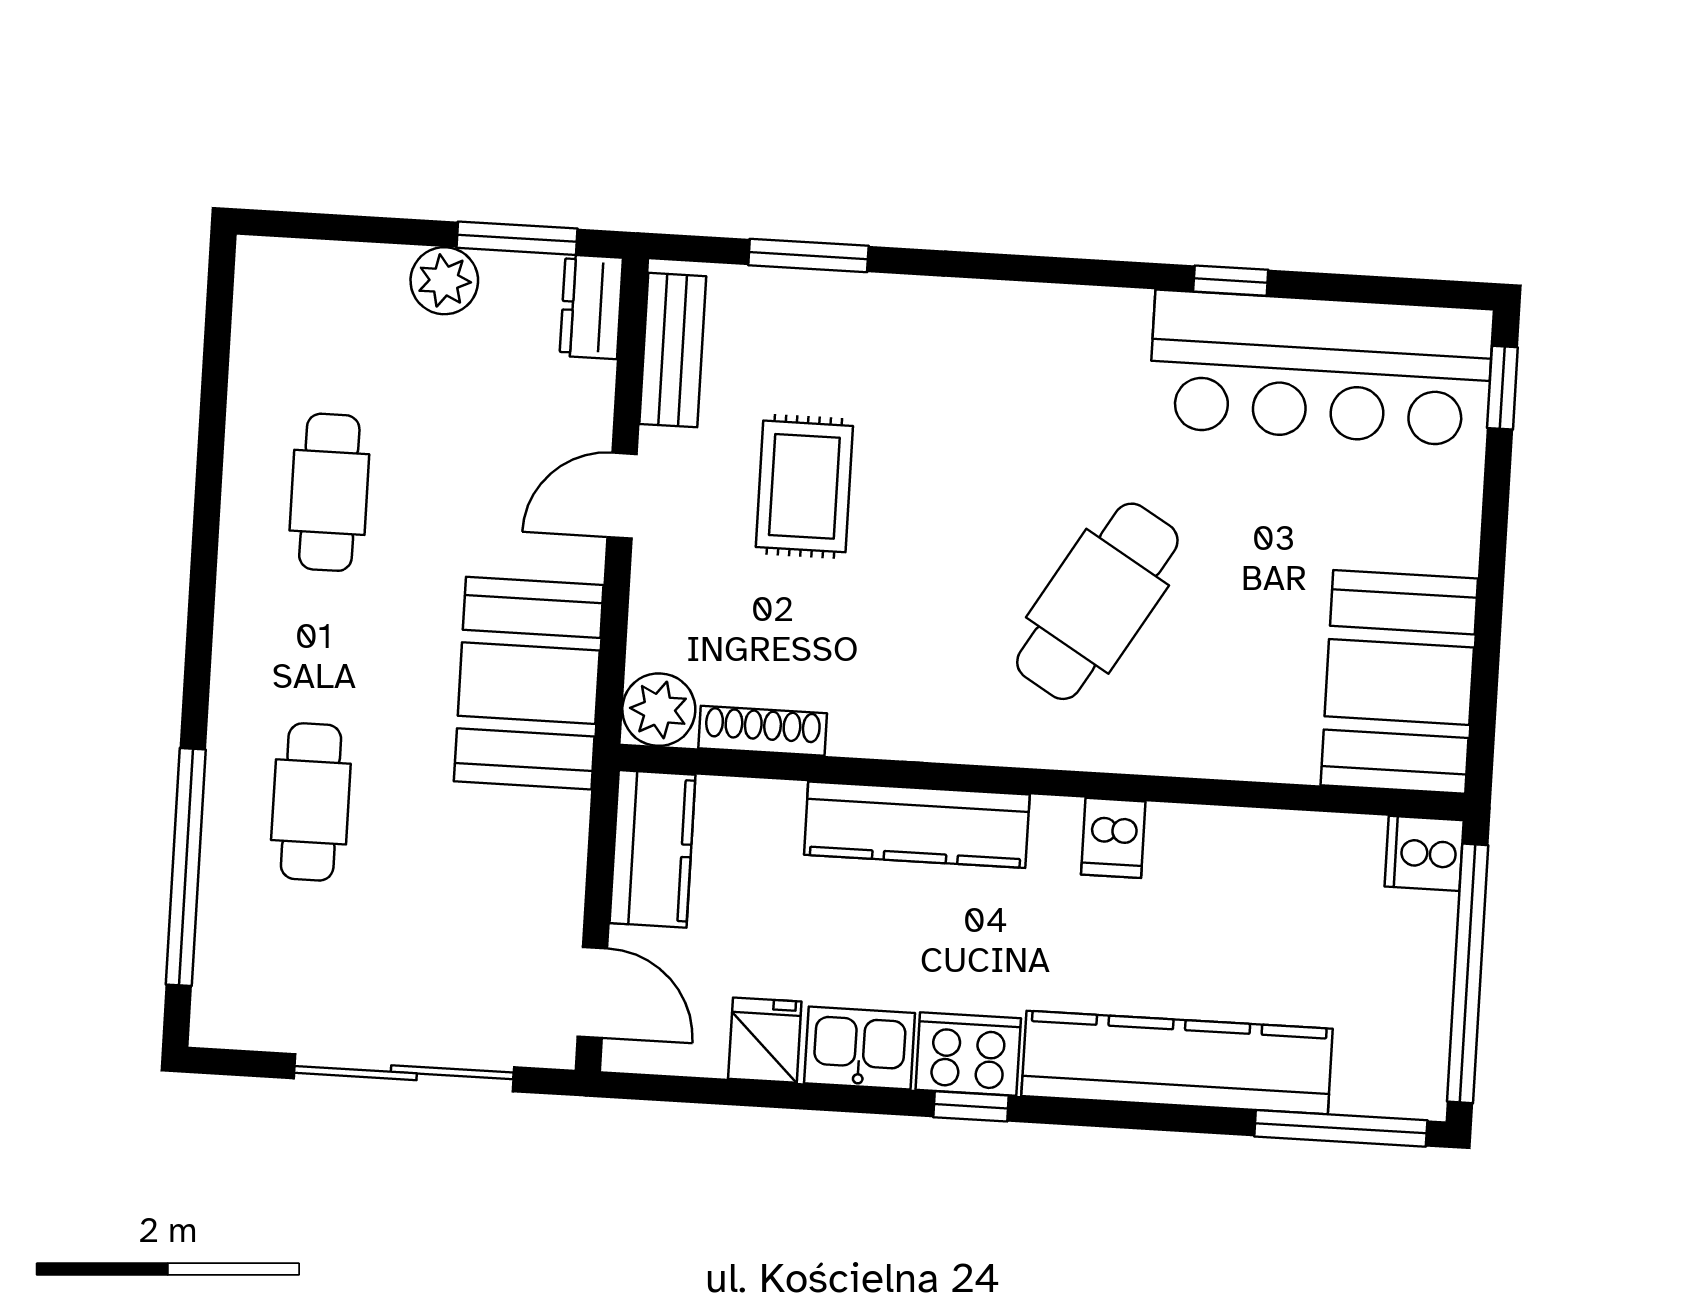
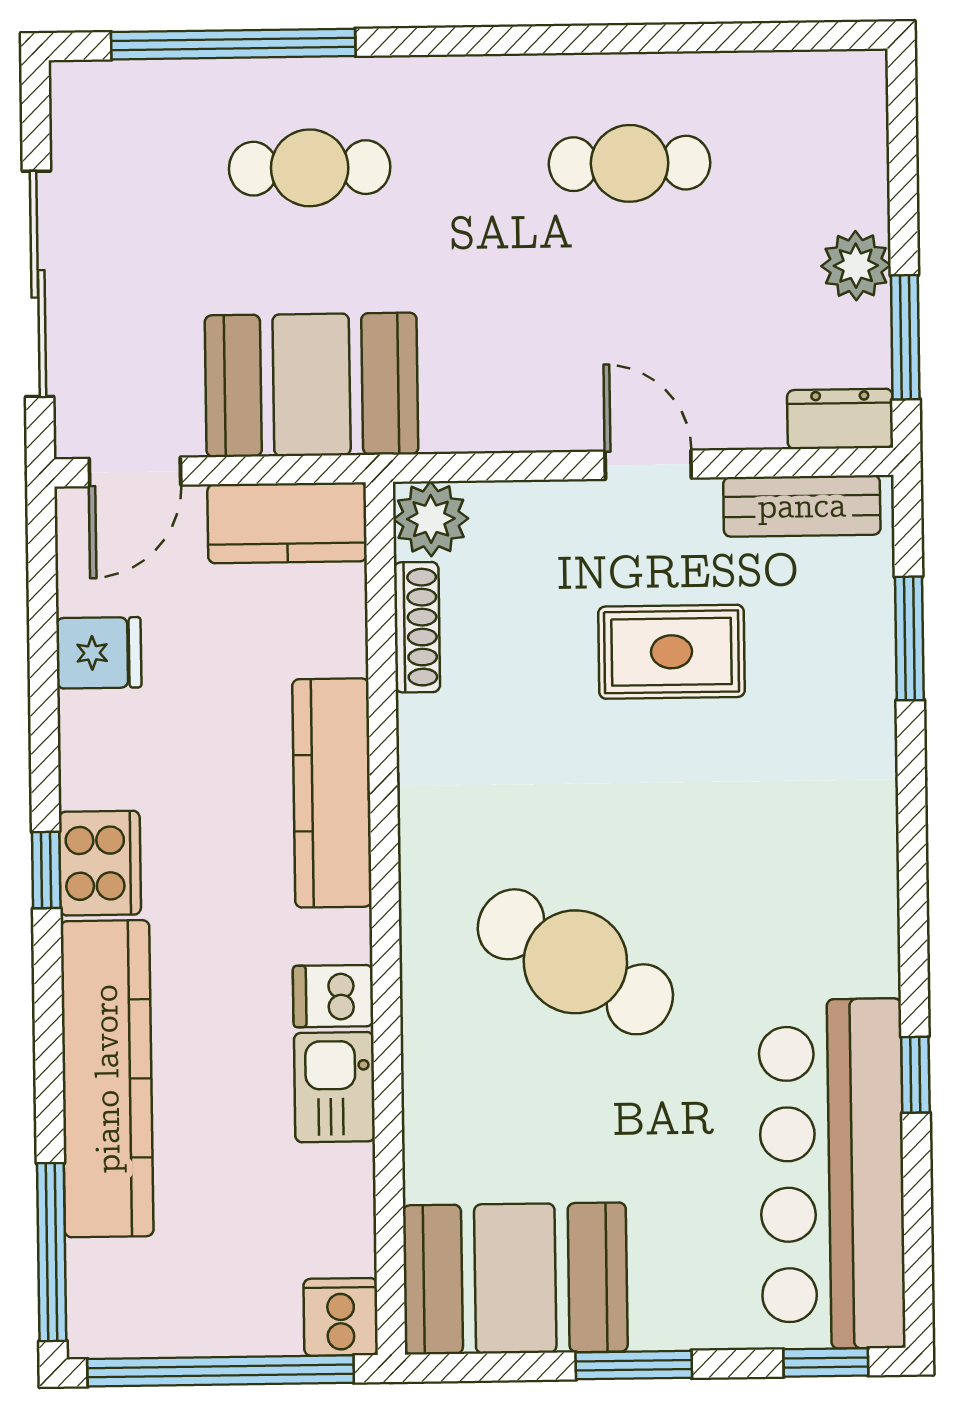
window: (1491, 574) -> (634, 1365), added
booth: (529, 683) -> (312, 385), moved
kitchen sink: (860, 1048) -> (334, 1087), moved, turned 180

